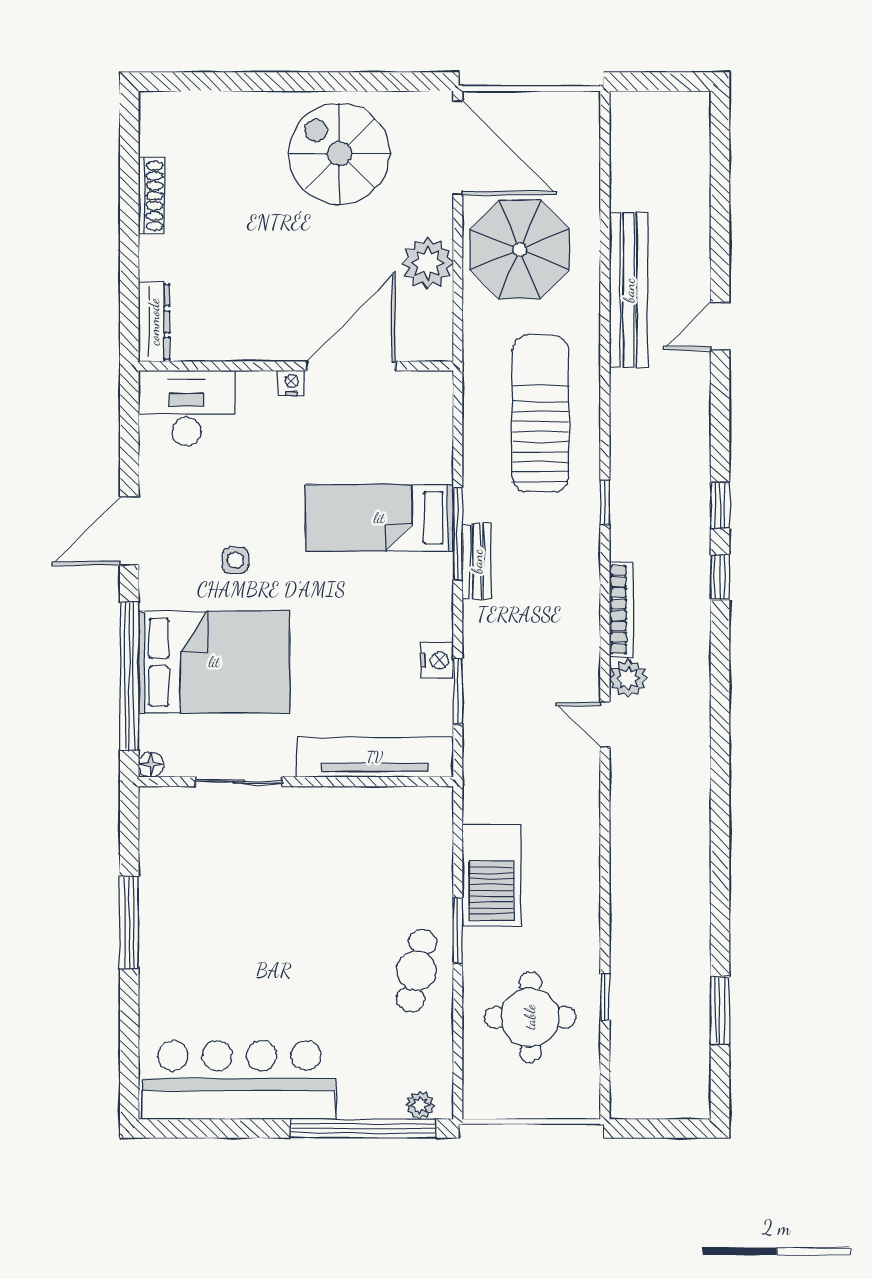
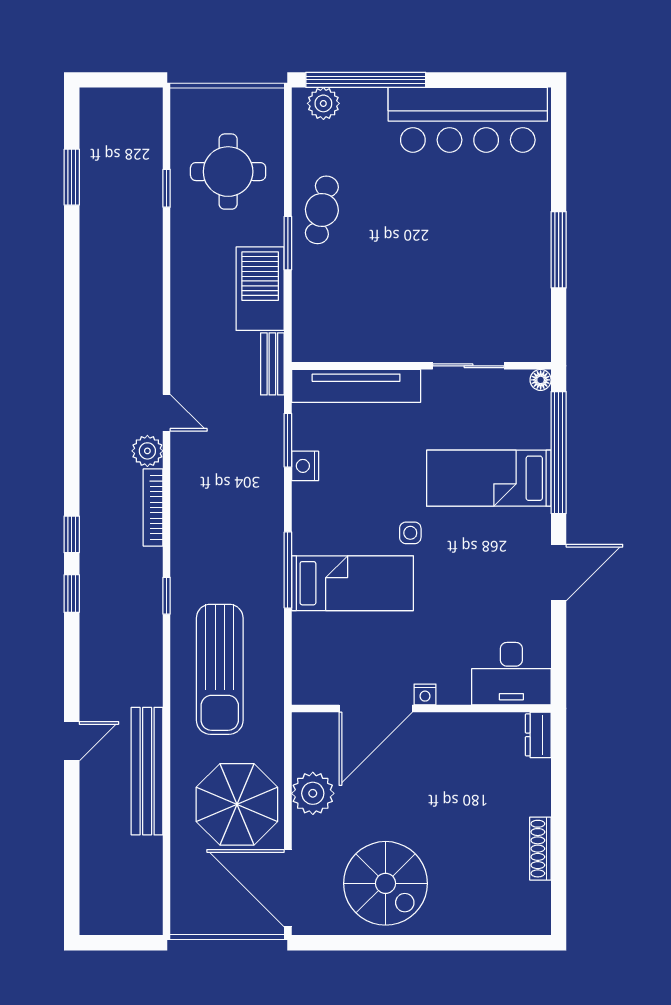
dresser: (154, 322) -> (538, 735), width x0.70
side table: (235, 560) -> (410, 533), moved
bench: (477, 561) -> (272, 364), moved
bed: (214, 662) -> (489, 478), width x0.67
plant: (420, 1105) -> (323, 103), width x1.38, depth x1.38

